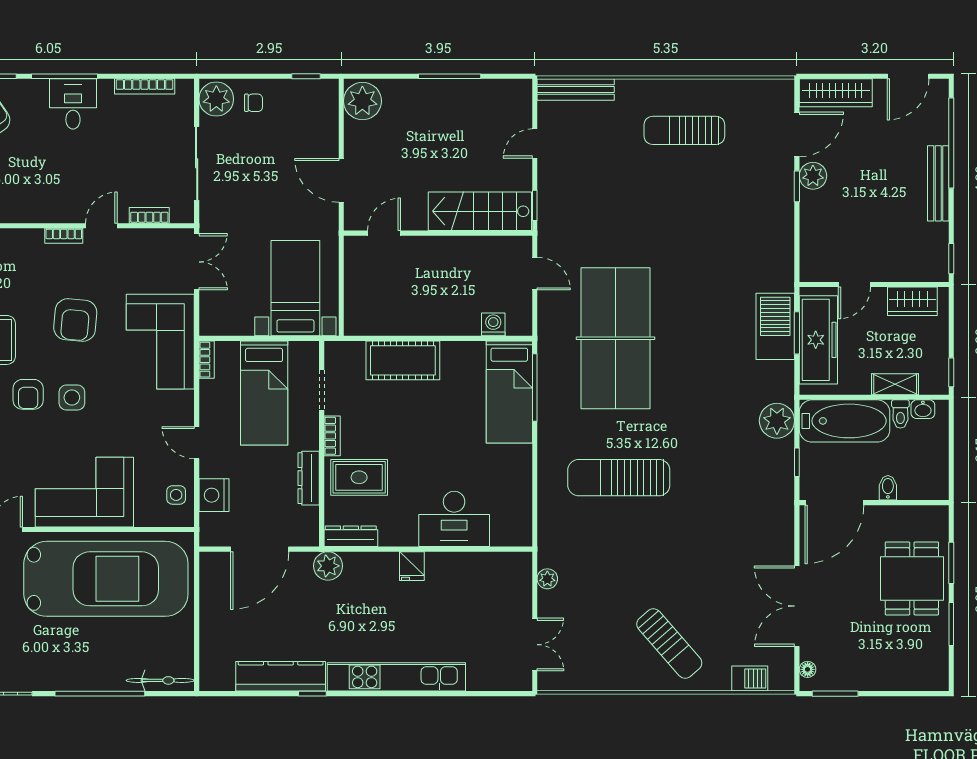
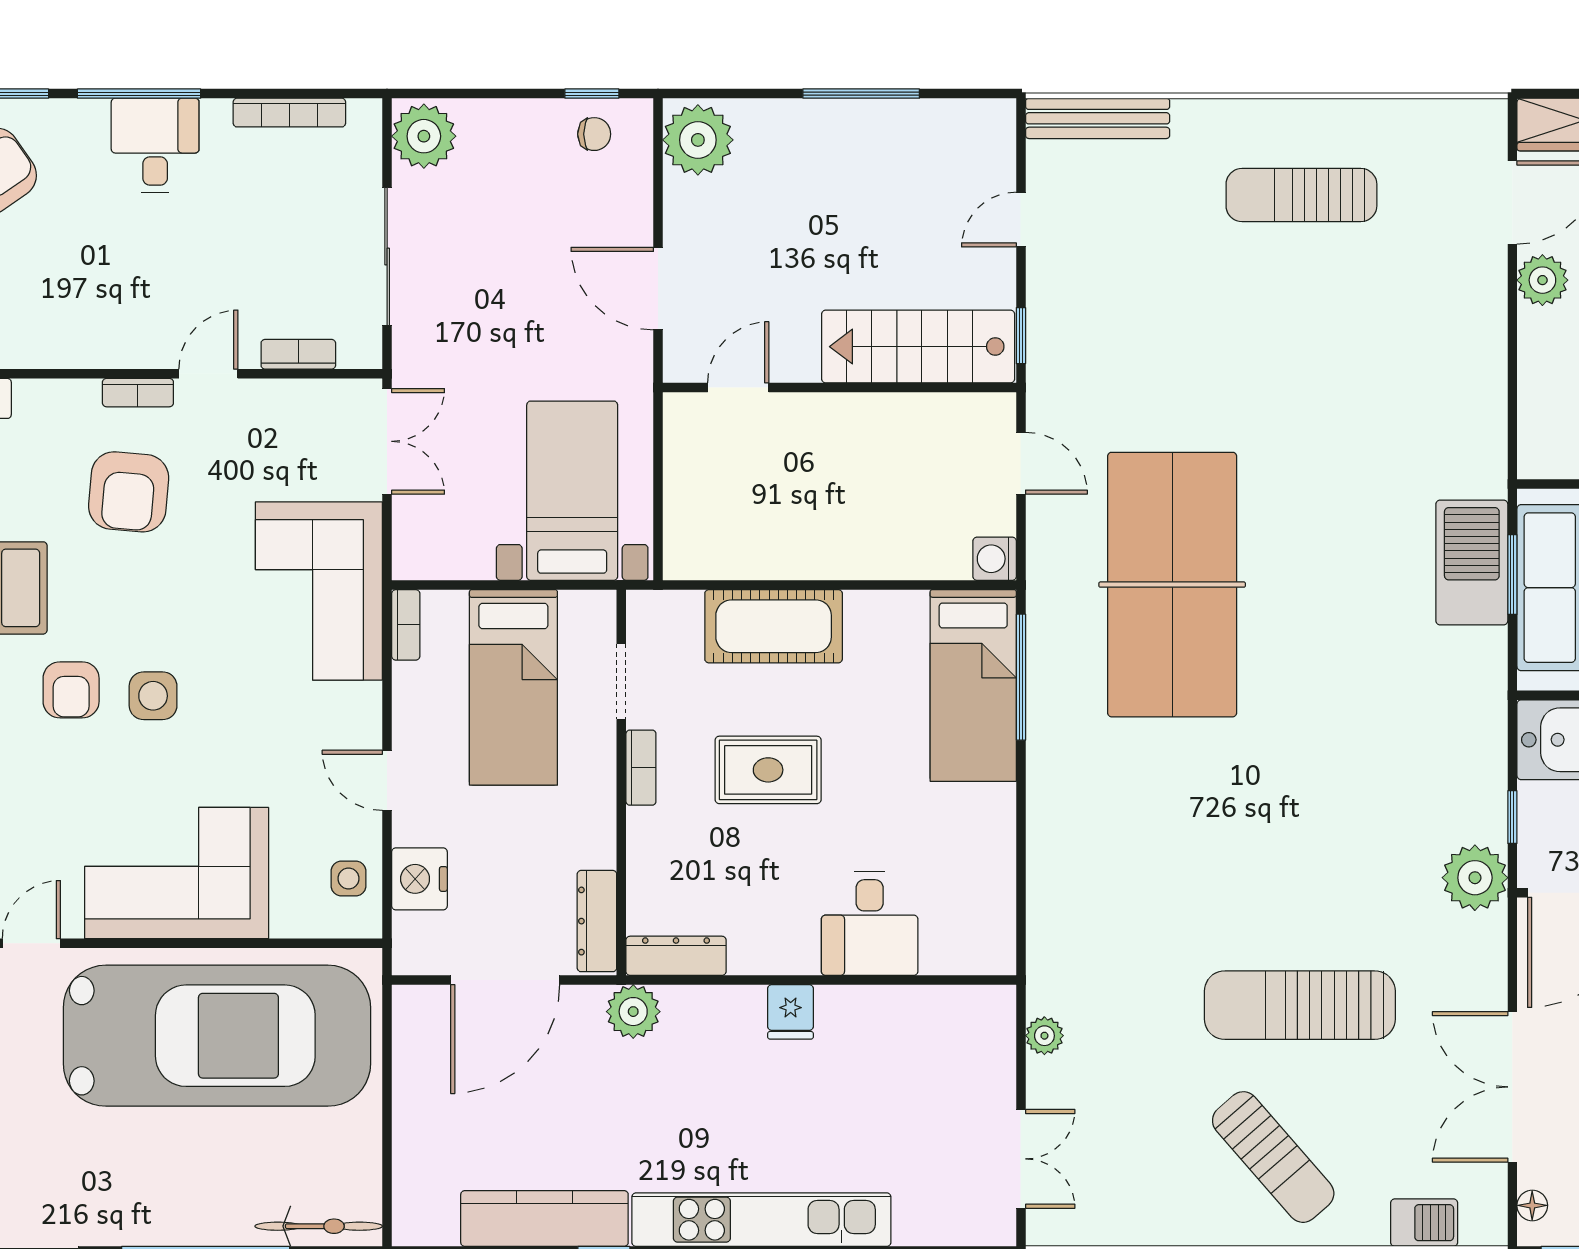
chair: (254, 103) -> (594, 134), moved
window: (797, 186) -> (1512, 300), removed
armchair: (75, 320) -> (129, 492), moved
washing machine: (493, 324) -> (995, 559), moved, turned -90
plant: (777, 421) -> (1475, 878), moved
rug: (359, 477) -> (768, 770), moved
dresser: (309, 478) -> (597, 921), moved
sun lounger: (619, 478) -> (1300, 1005), moved
desk: (454, 519) -> (870, 923), width x0.73

